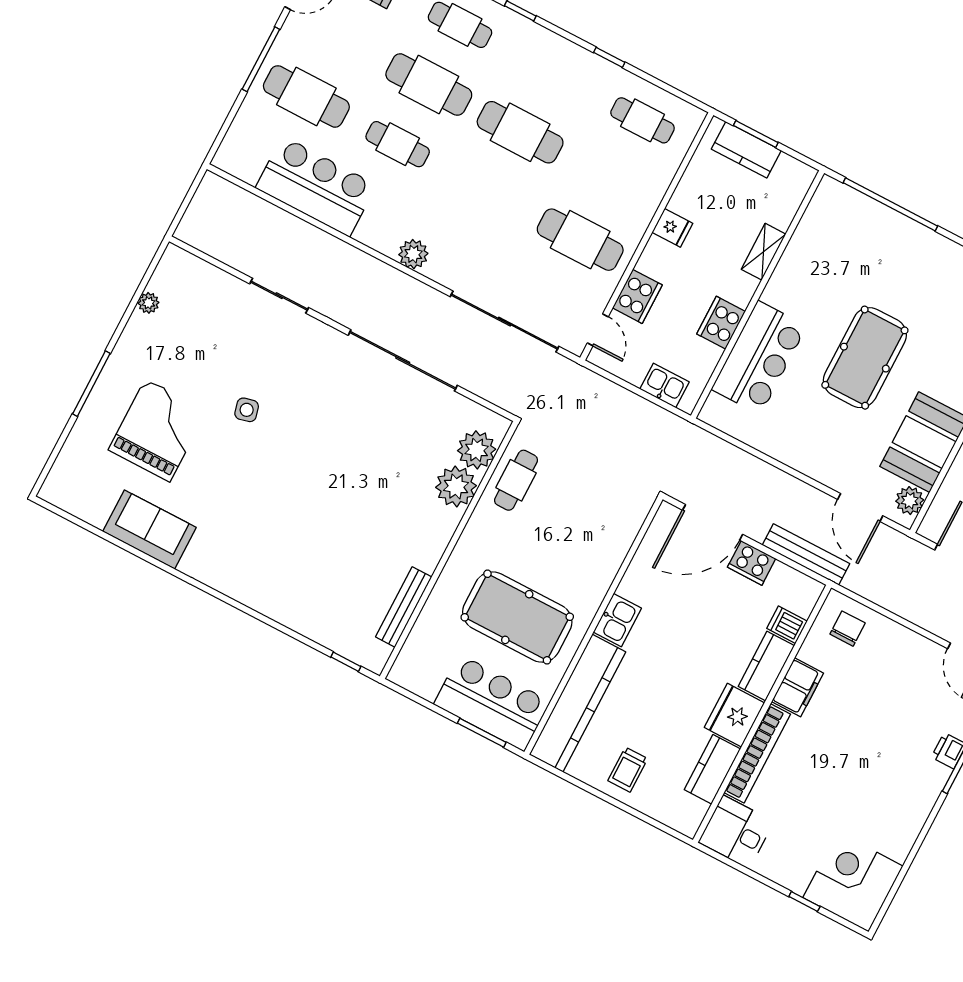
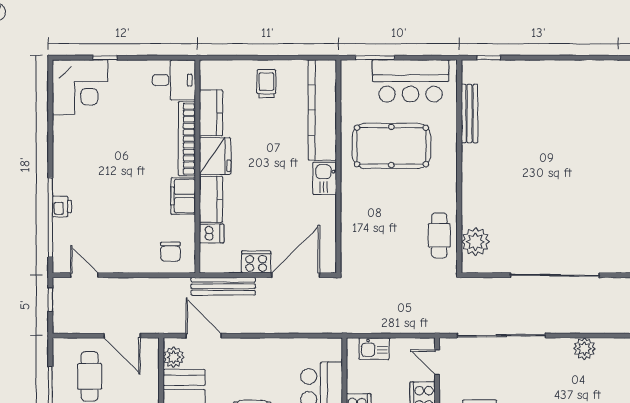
plant: (456, 486) -> (476, 211), removed
bar counter: (492, 703) -> (411, 81), moved

